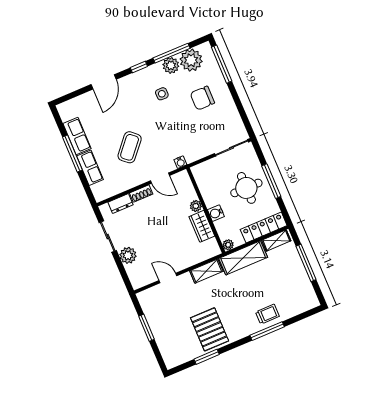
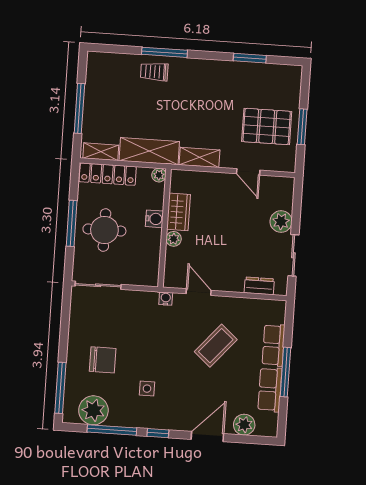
plant: (171, 65) -> (244, 425), moved
shoe rack: (141, 194) -> (229, 285), removed
pallet: (210, 329) -> (267, 126), moved, turned 90

